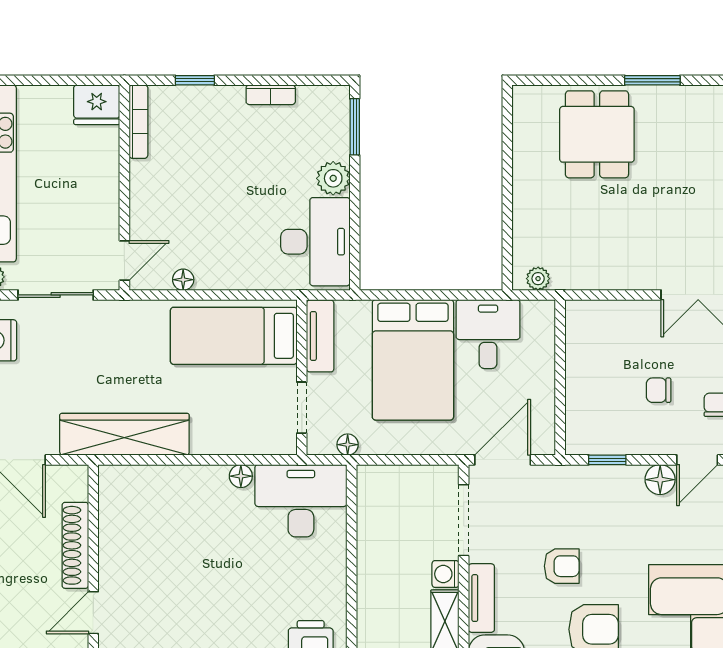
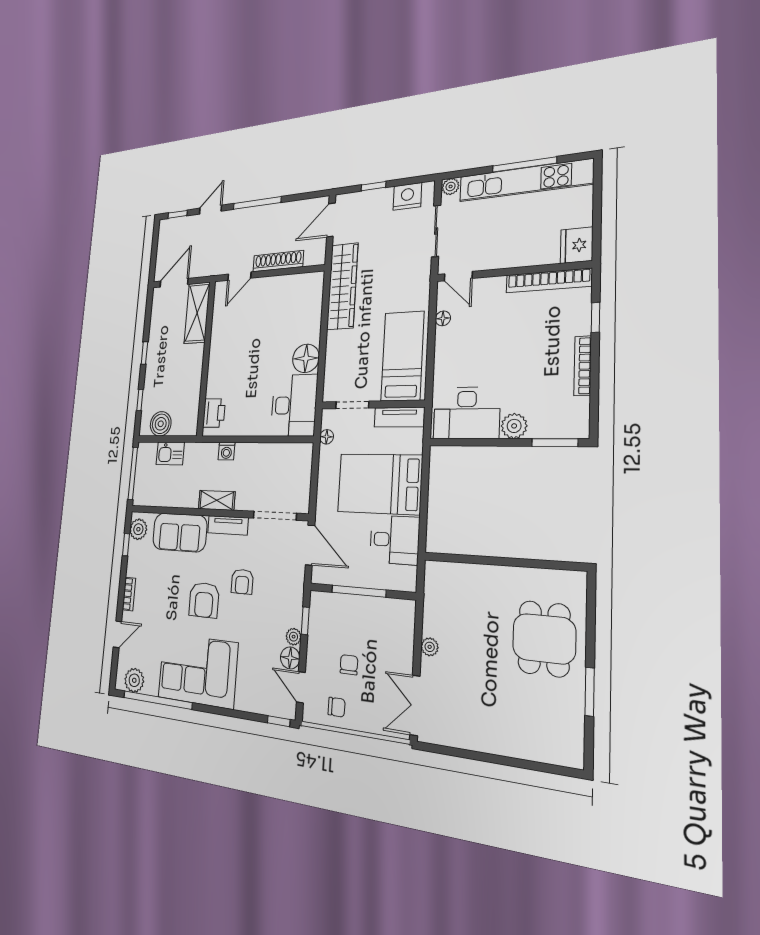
bookcase: (271, 95) -> (583, 366), width x1.56
bookcase: (138, 122) -> (549, 281), width x1.48, depth x1.31
dining table: (597, 134) -> (544, 639), turned 90
plant: (538, 279) -> (430, 647), moved
window: (560, 382) -> (359, 591), added
floor lamp: (241, 476) -> (306, 358), width x1.89, depth x1.89
plant: (631, 476) -> (294, 637), added
washing machine: (445, 574) -> (226, 451), moved, turned 180
door: (93, 613) -> (239, 276), swing flipped

